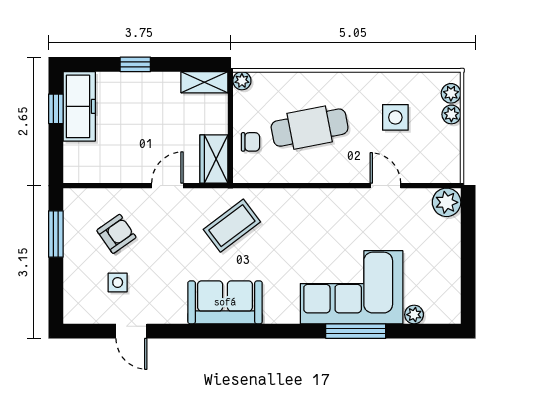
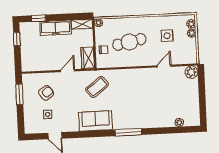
window: (135, 64) -> (39, 18), moved
freezer: (79, 106) -> (55, 28), moved, turned 90
door: (385, 186) -> (164, 66), hinge flipped
corner sofa: (352, 287) -> (151, 112), removed
window: (356, 331) -> (128, 132), moved

